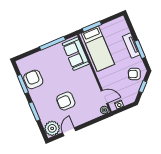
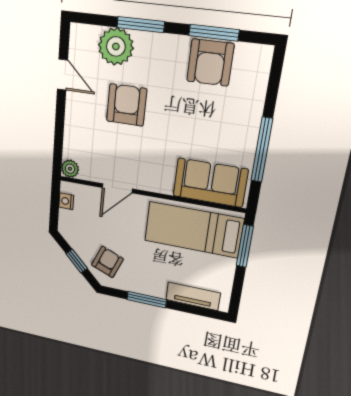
tv unit: (131, 46) -> (193, 296), moved
armchair: (33, 79) -> (210, 63), turned 90
door: (104, 97) -> (117, 188), moved
plant: (52, 128) -> (116, 46), moved

